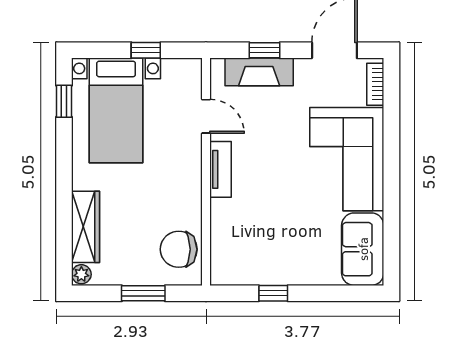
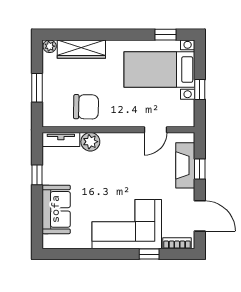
window: (391, 126) -> (149, 254), added
tv unit: (221, 169) -> (61, 140), moved
plant: (224, 214) -> (90, 142), added
chair: (179, 249) -> (86, 107), moved, turned 91
sofa: (363, 249) -> (56, 209), moved, turned 90

